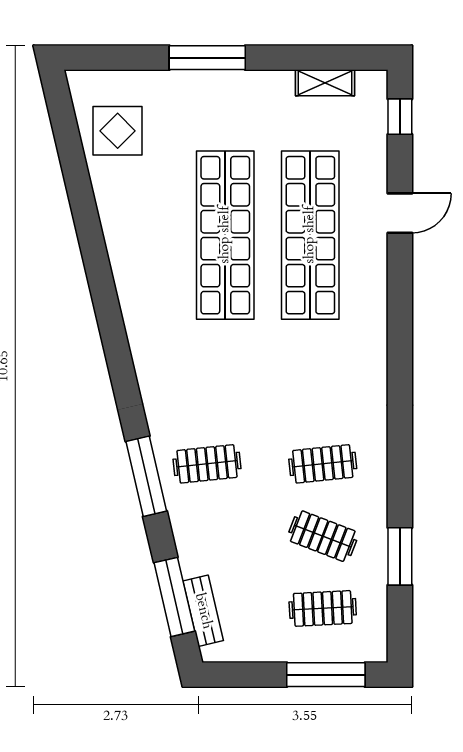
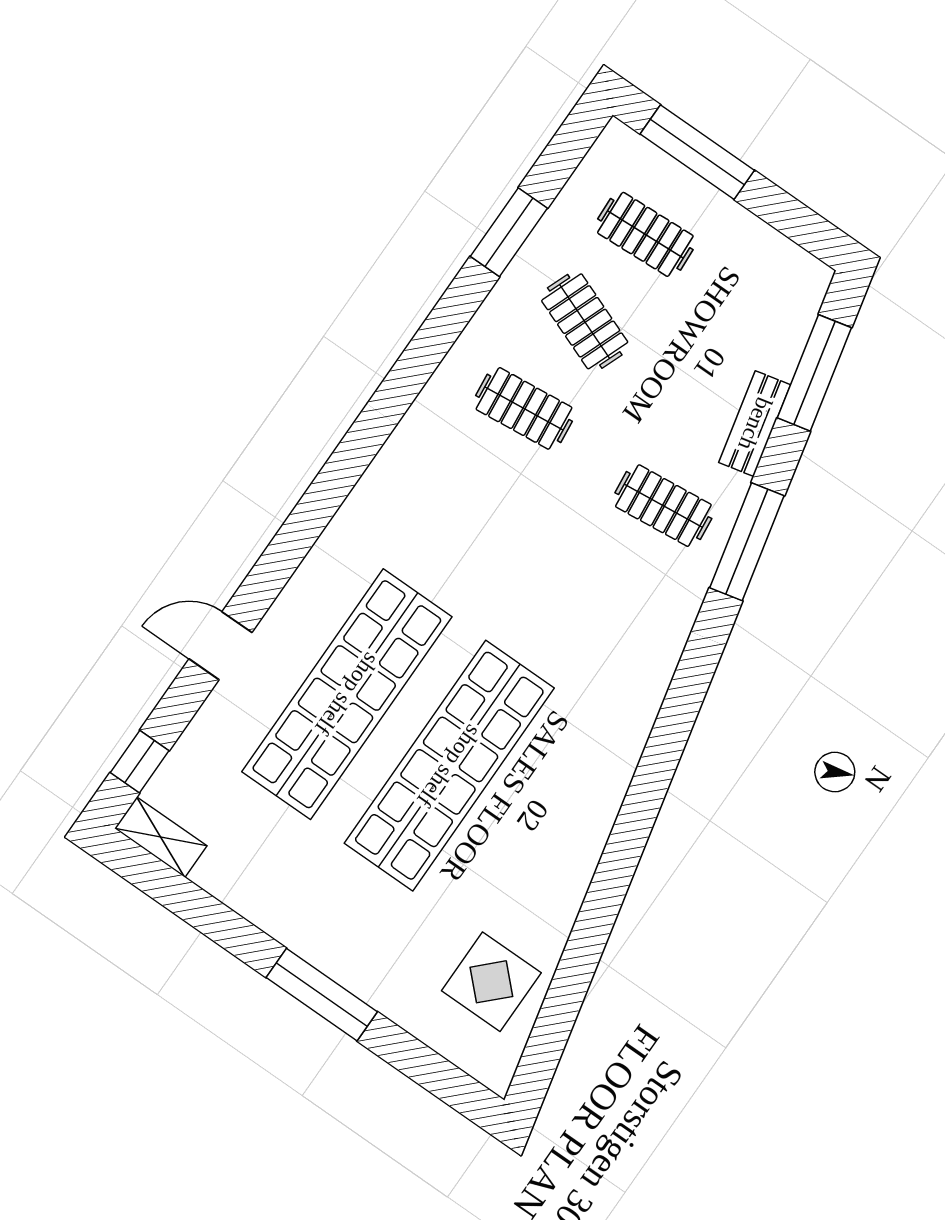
shelving: (325, 83) -> (161, 837), moved
bench: (203, 611) -> (755, 424), moved

